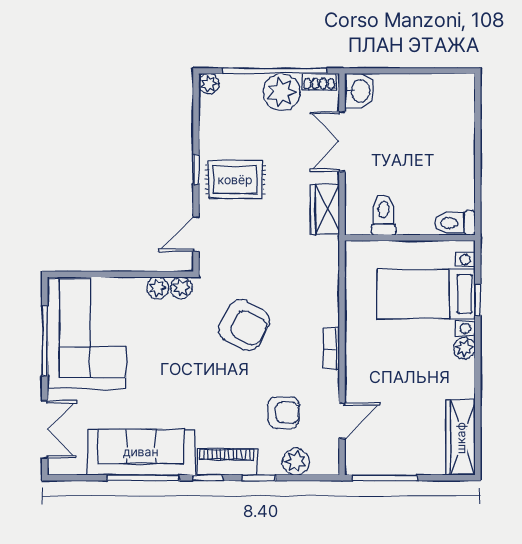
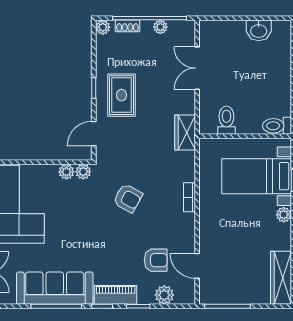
shoe rack: (319, 82) -> (127, 26), moved
washbasin: (359, 91) -> (259, 30), moved, turned 90
plant: (282, 92) -> (160, 27), width x0.53, depth x0.53
rug: (235, 180) -> (121, 95), turned 90
wardrobe: (325, 210) -> (185, 132), moved
armchair: (244, 325) -> (128, 198), width x0.72, depth x0.72
bookcase: (331, 349) -> (189, 197), moved
door: (342, 421) -> (197, 266), swing flipped

